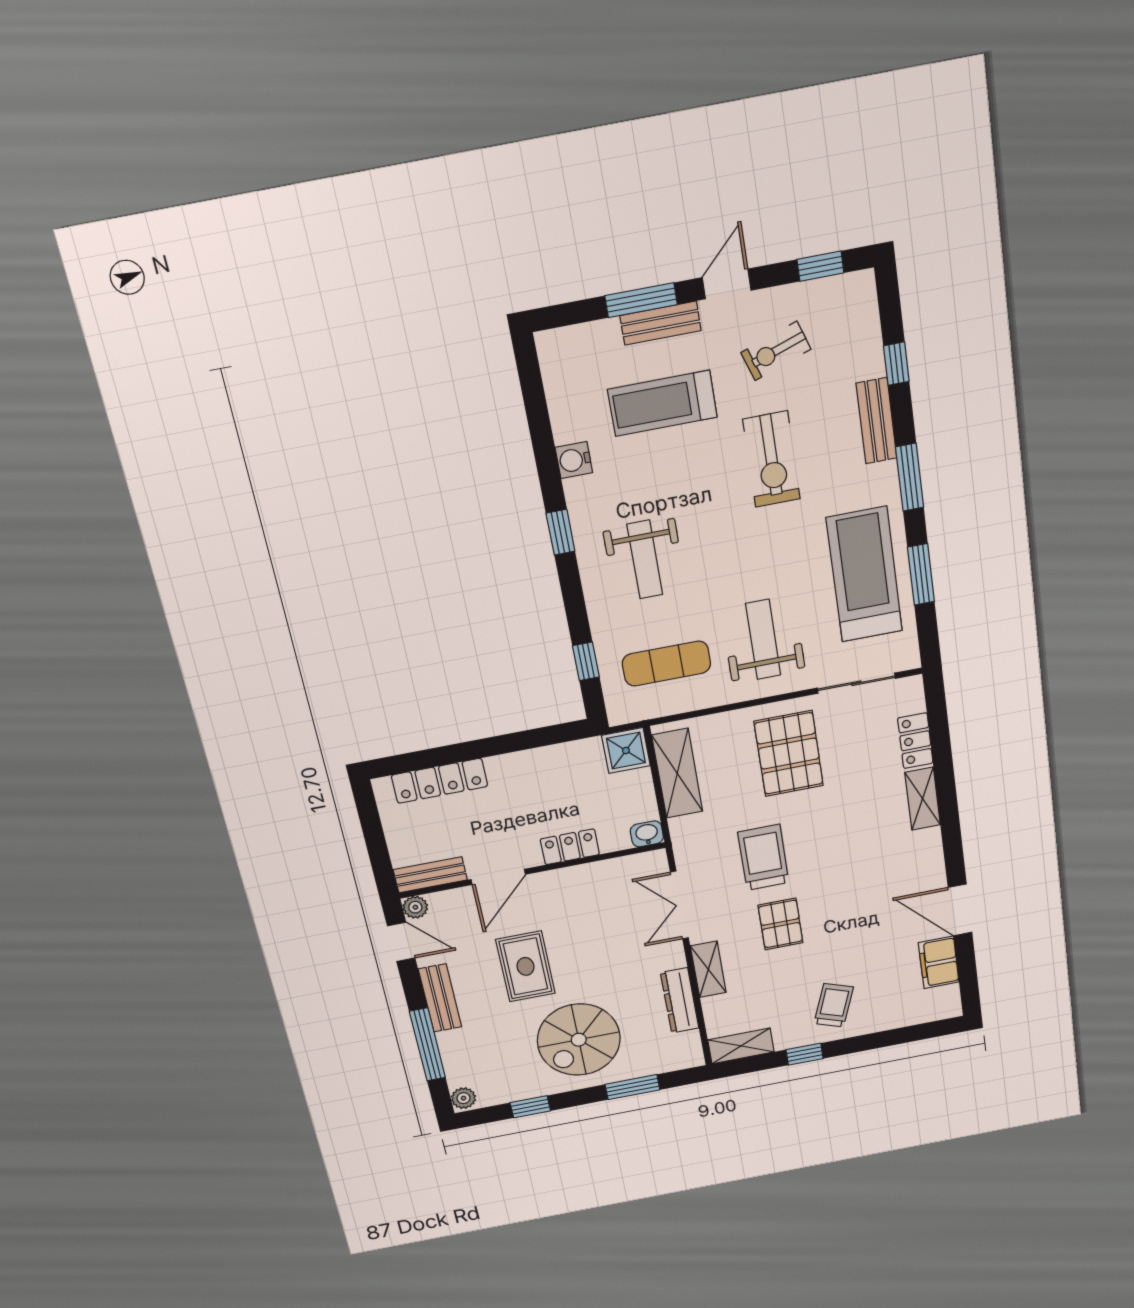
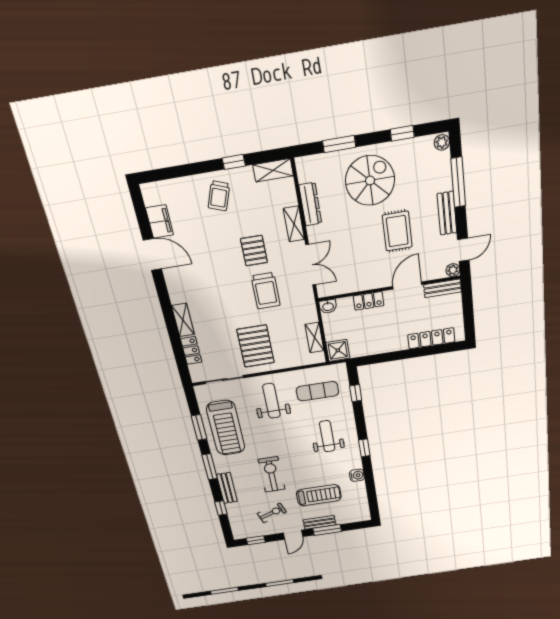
weight bench: (763, 639) -> (271, 401), turned 180
shelving: (677, 773) -> (314, 338), width x0.67, depth x0.75
door: (401, 942) -> (463, 250), swing flipped

